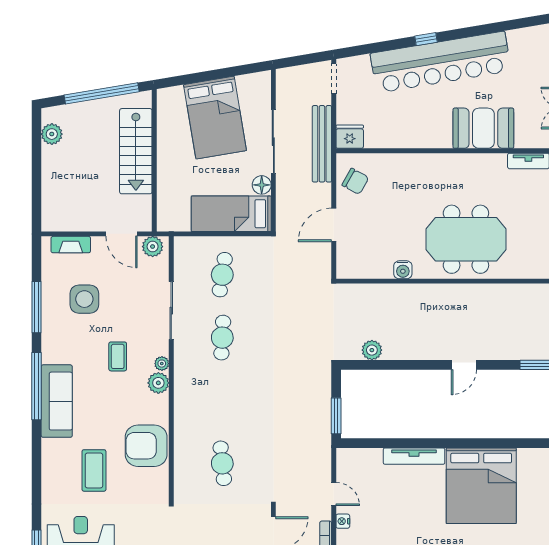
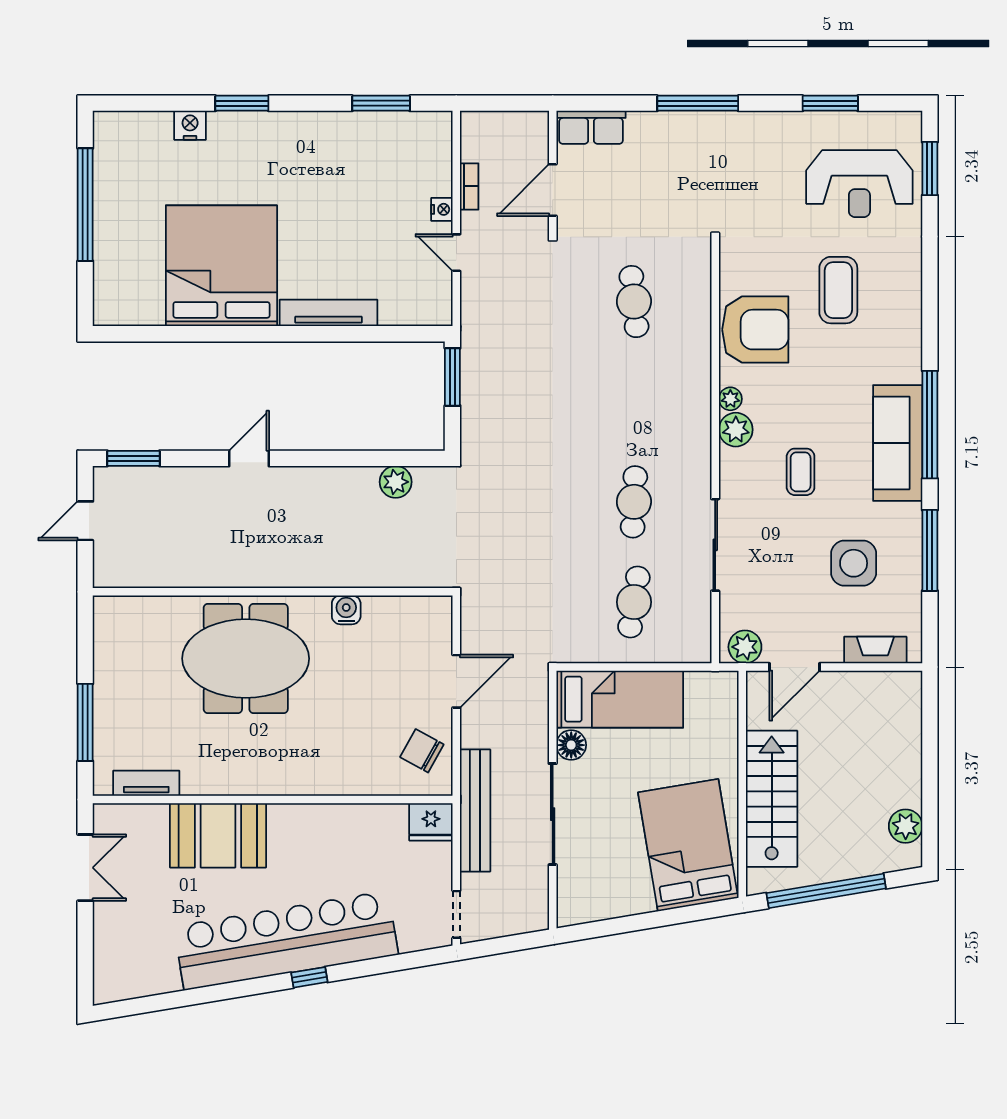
bed: (215, 118) -> (688, 845), moved
door: (121, 234) -> (794, 667), swing flipped
plant: (162, 364) -> (730, 399), moved
sofa: (57, 401) -> (898, 443), moved

